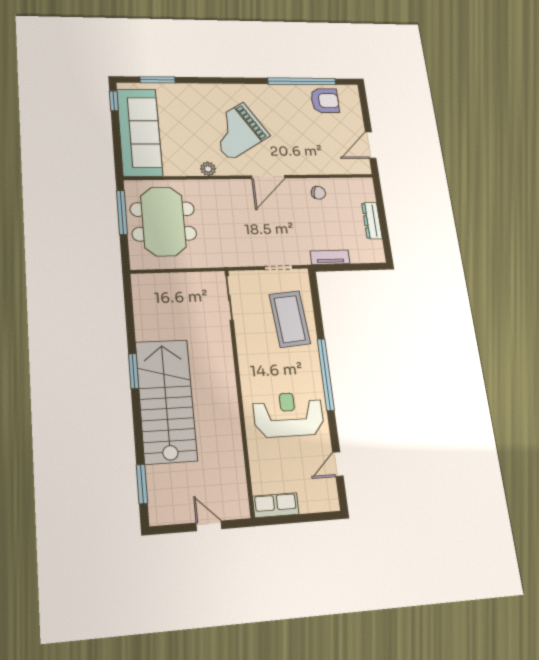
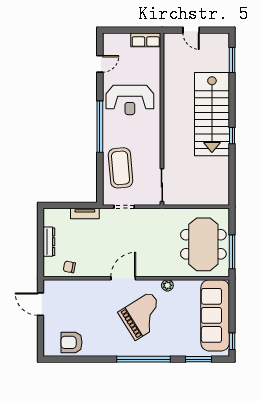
window: (302, 81) -> (143, 359), moved
door: (371, 145) -> (41, 304), swing flipped
chair: (318, 193) -> (69, 267), moved
window: (134, 371) -> (232, 136), width x0.67

